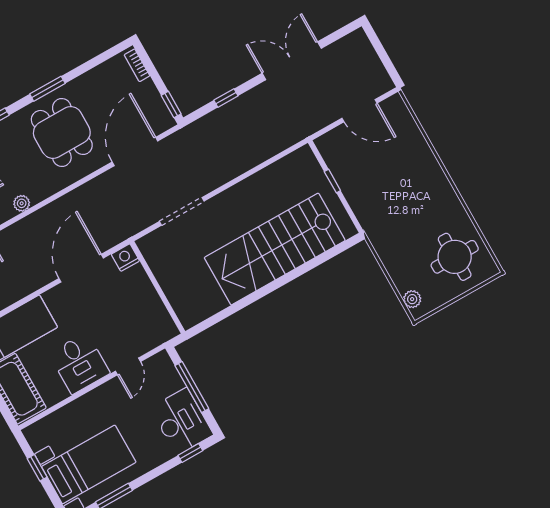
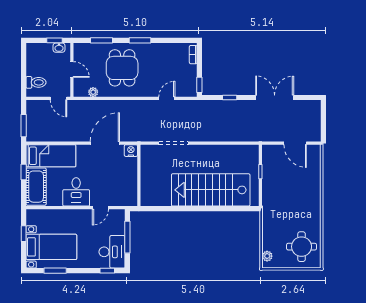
dining table: (62, 132) -> (122, 68), moved
door: (135, 151) -> (167, 98), width x0.53

